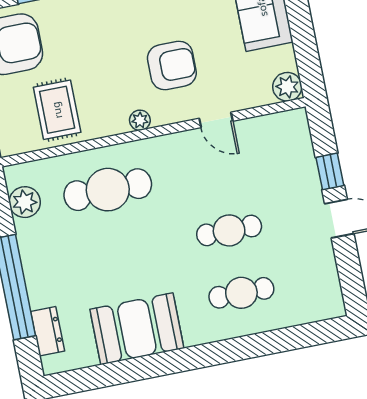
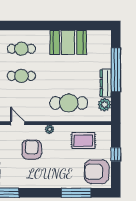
armchair: (172, 66) -> (32, 150), turned 90
rug: (57, 110) -> (83, 141), turned 90
dresser: (48, 331) -> (106, 83), moved, width x1.44

